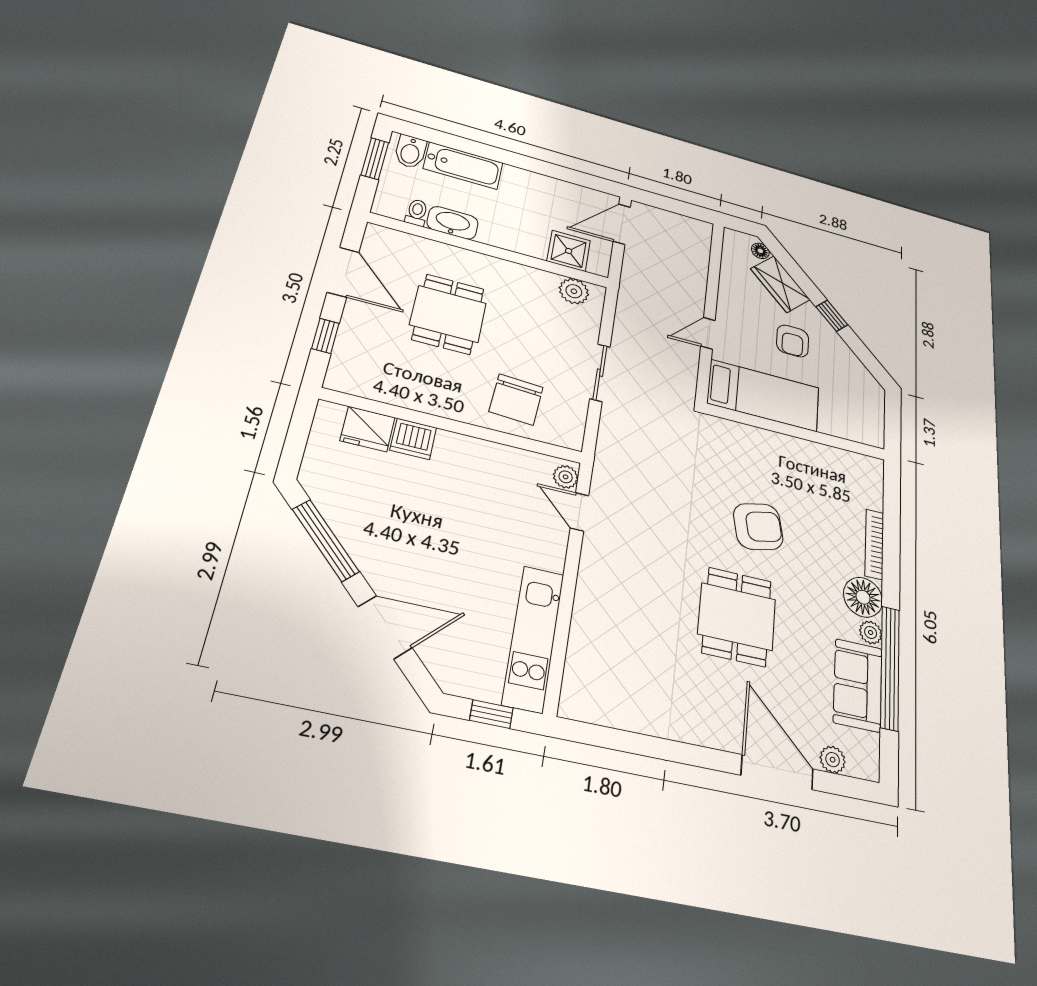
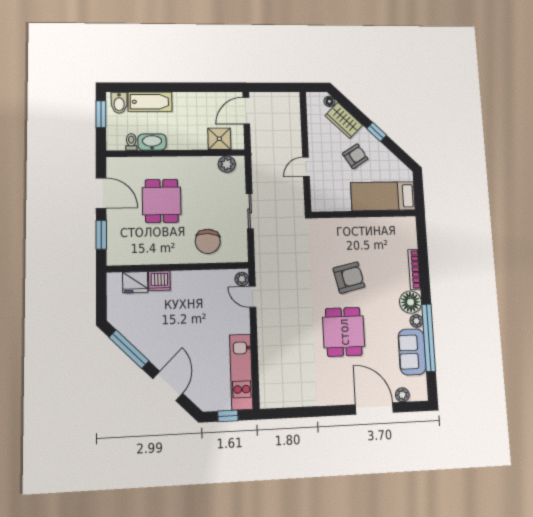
window: (325, 336) -> (101, 235), width x1.50
armchair: (793, 341) -> (355, 156), turned -122
bed: (764, 395) -> (383, 196), moved, turned 180
door: (385, 627) -> (168, 386), hinge flipped

